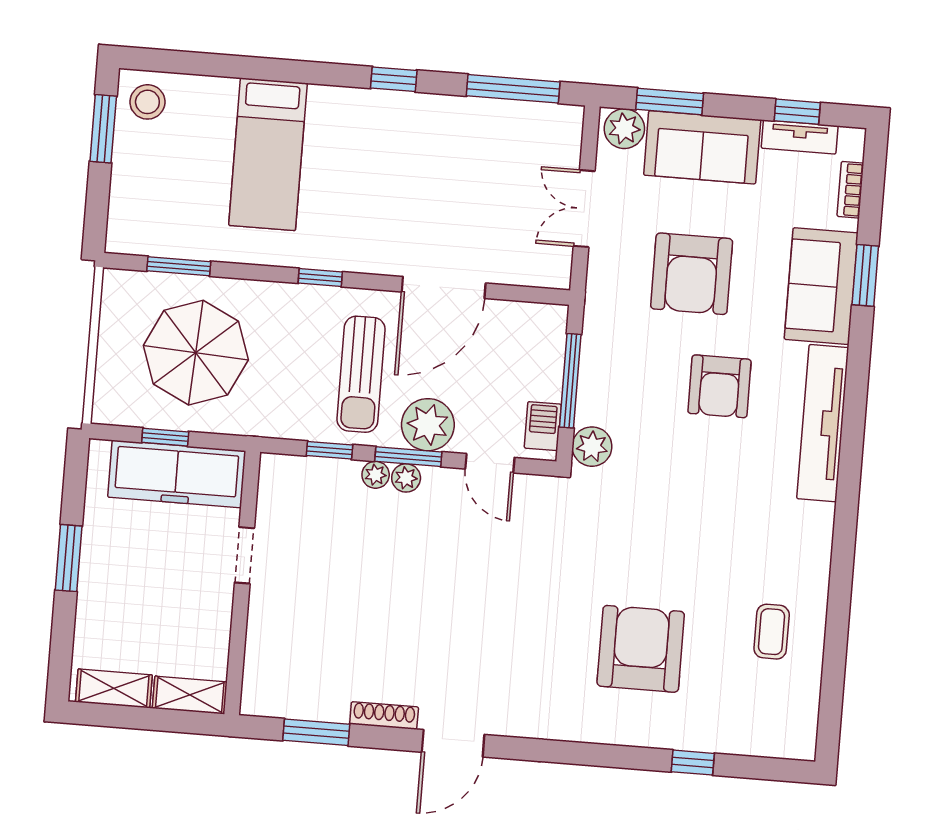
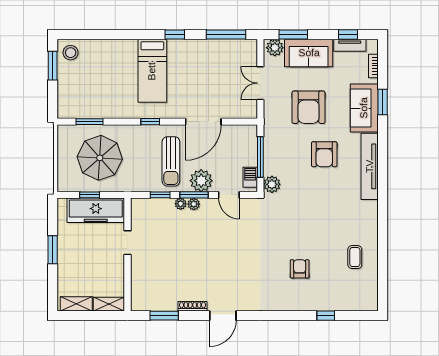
bed: (268, 154) -> (152, 71), moved
armchair: (641, 649) -> (300, 269), width x0.53, depth x0.53

